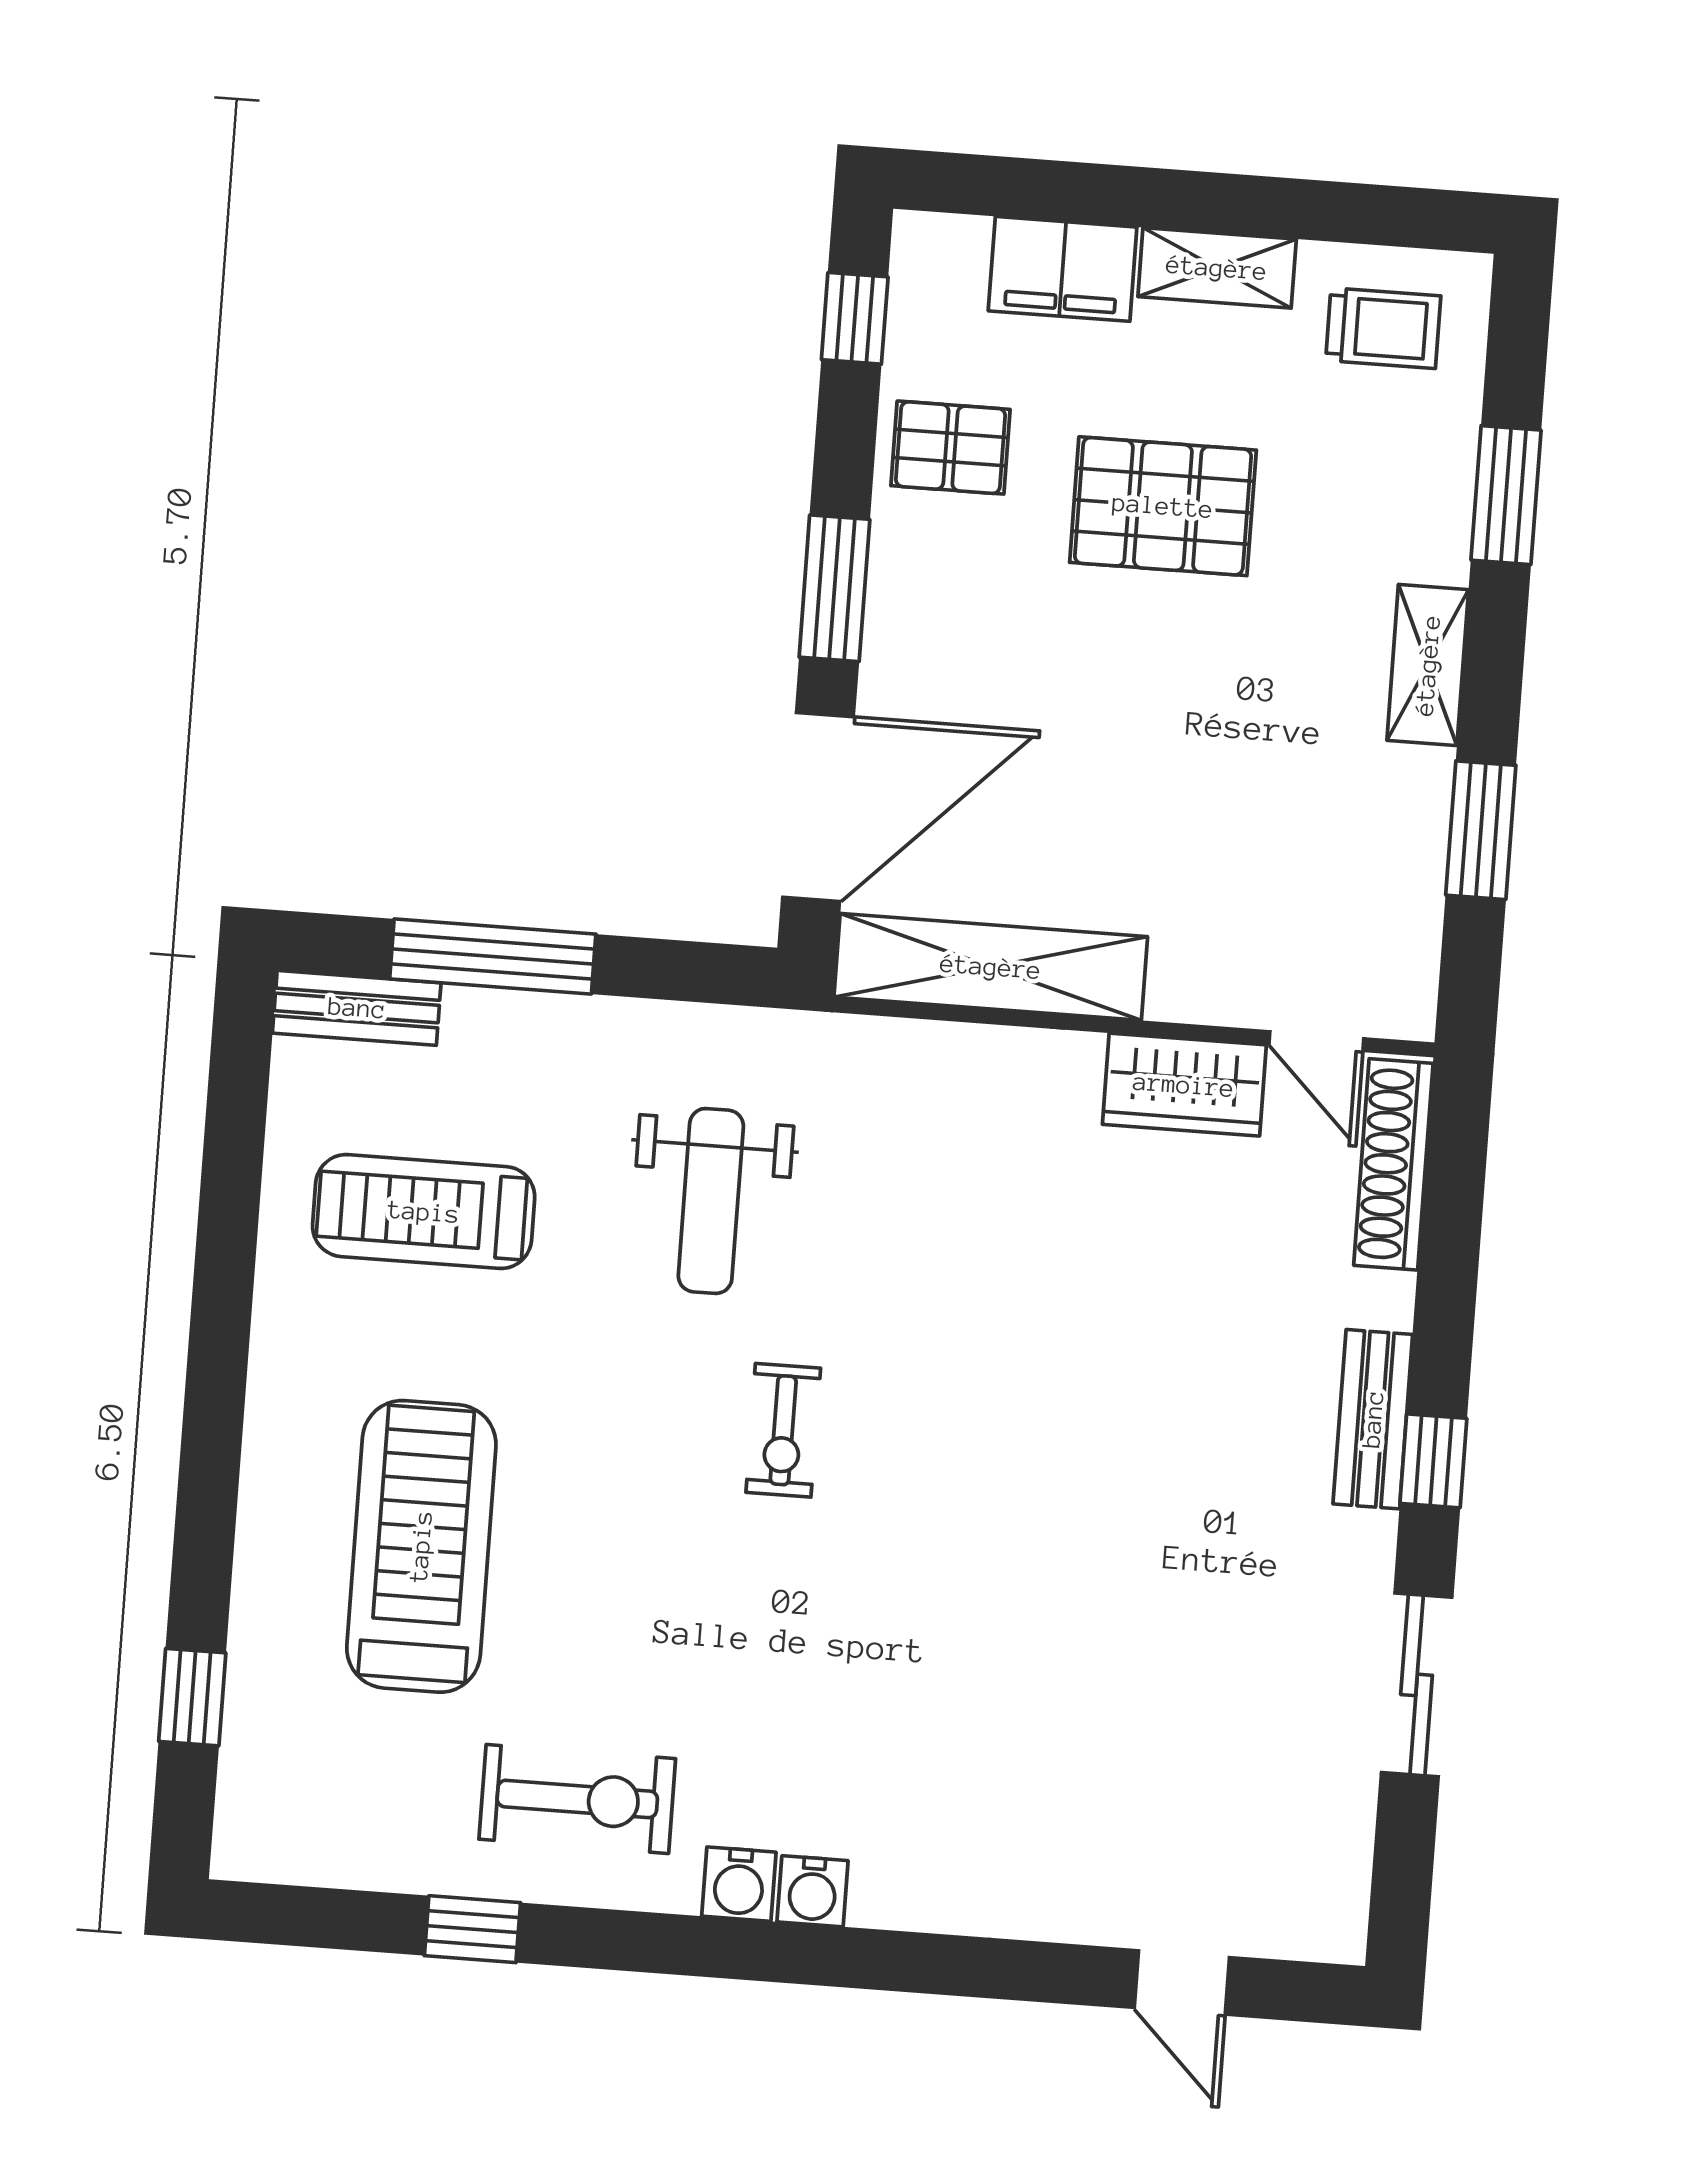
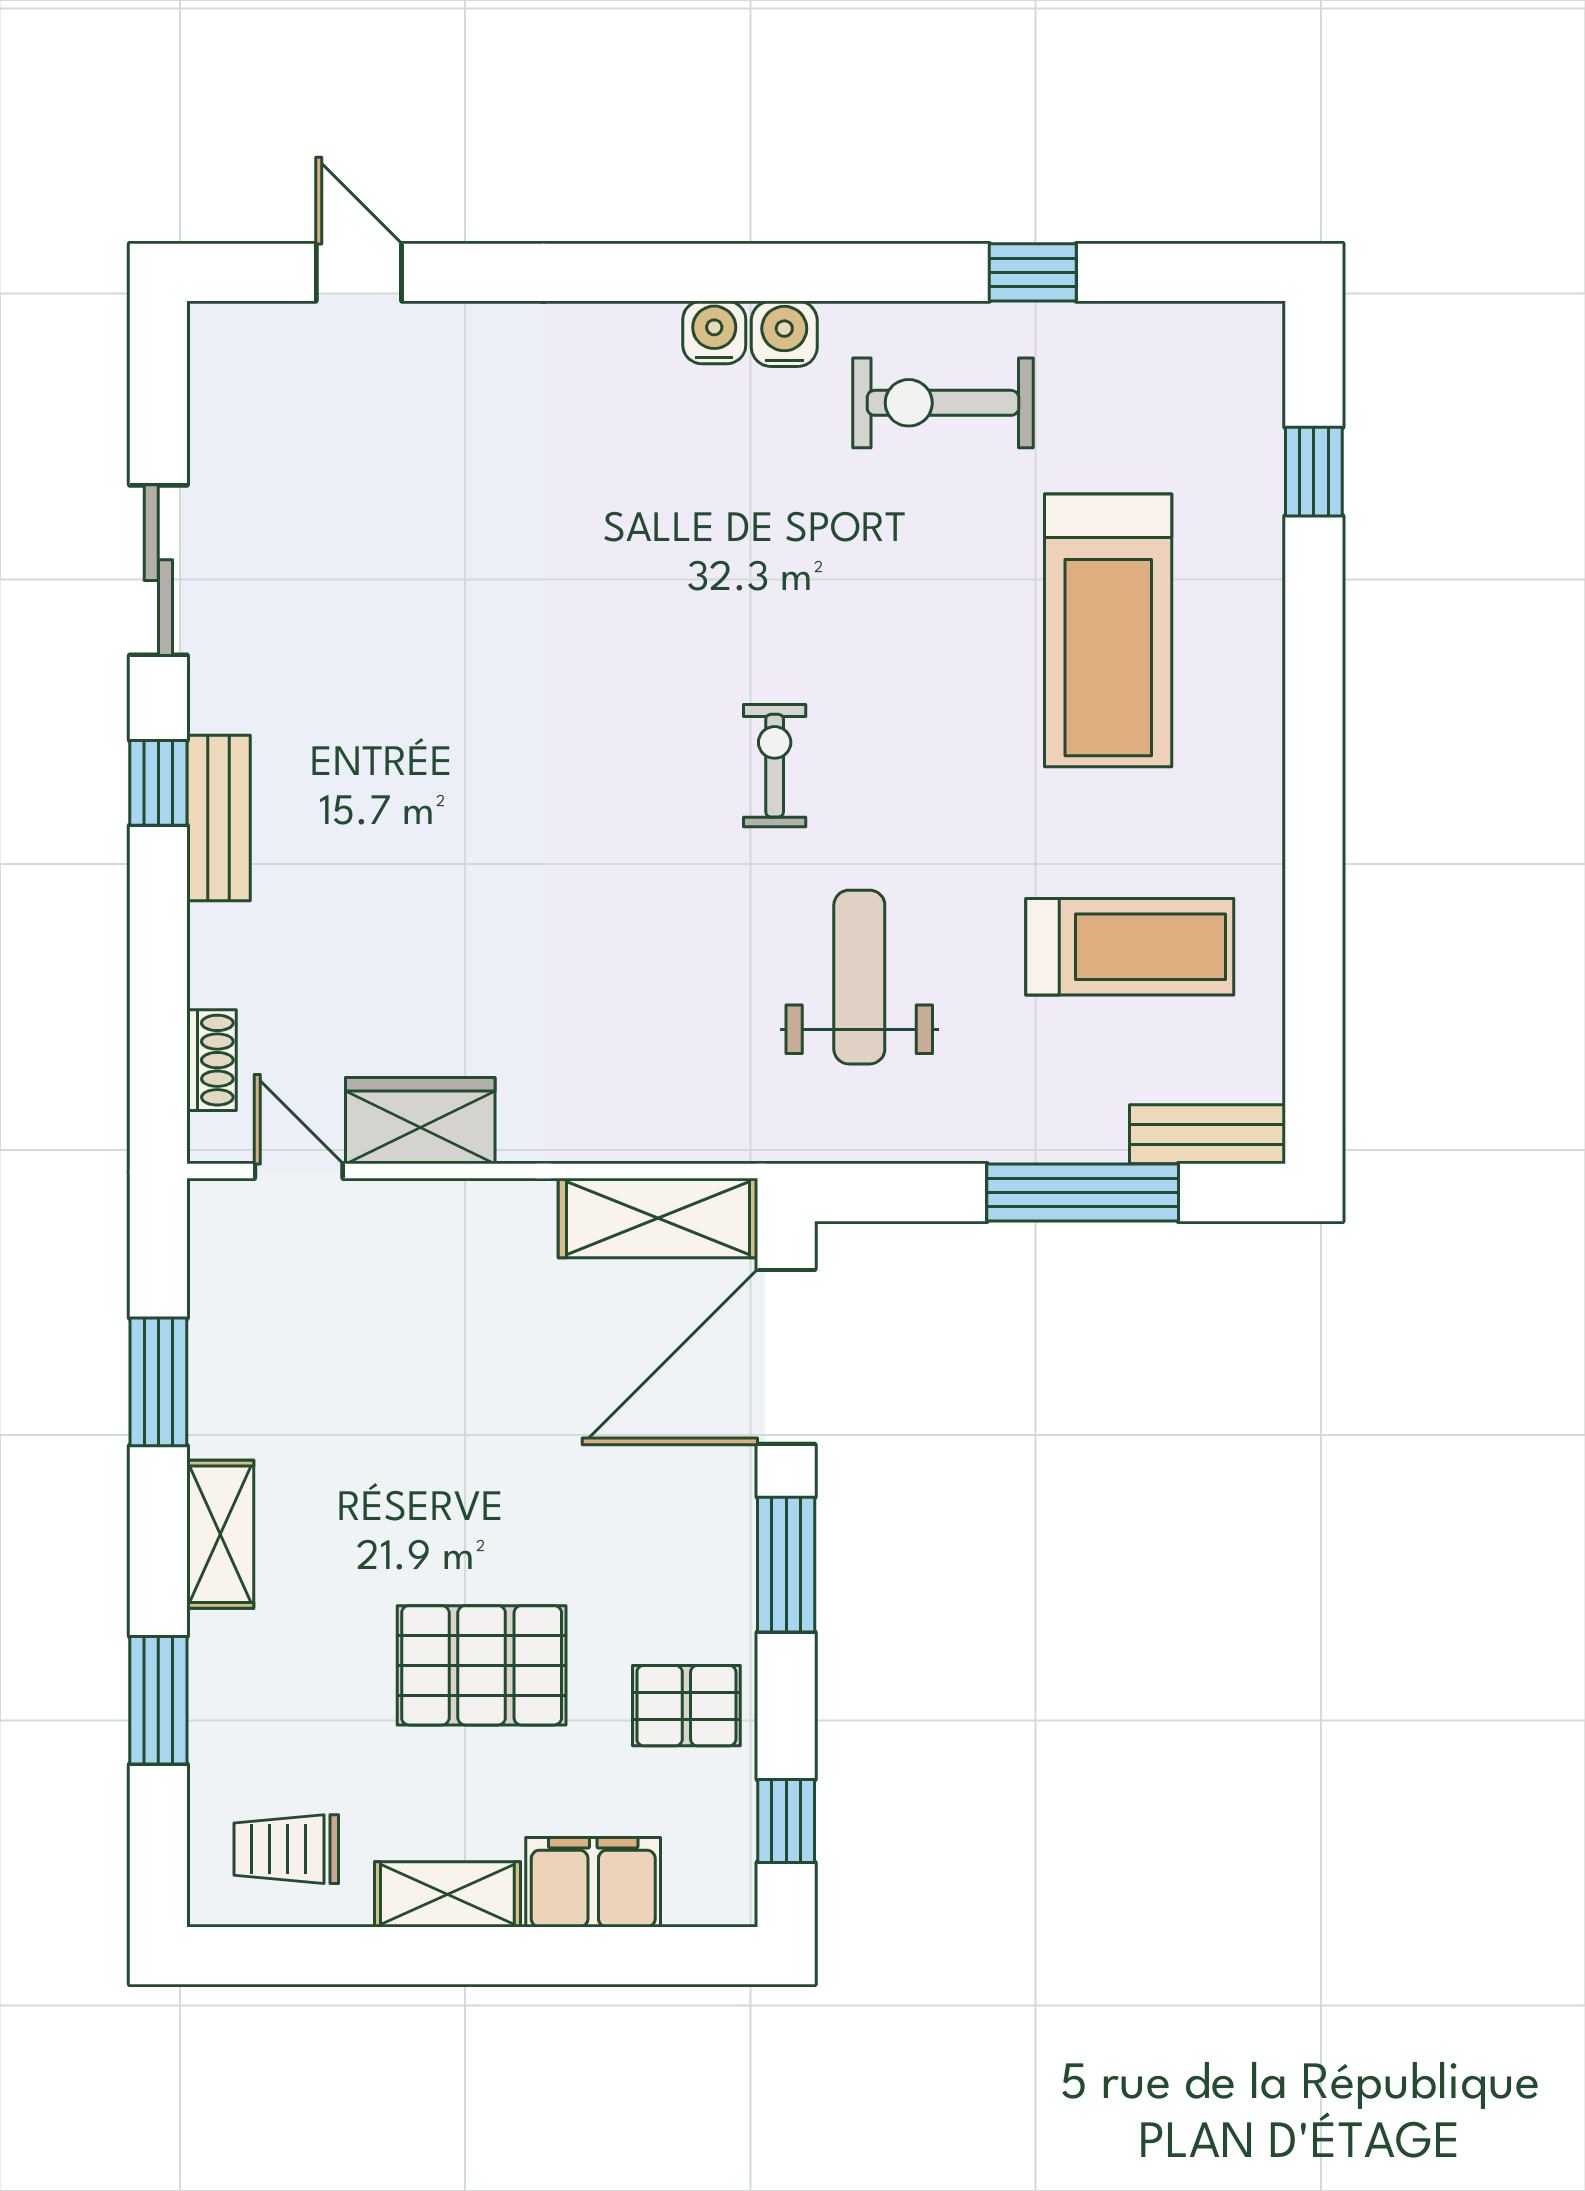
shelving: (991, 967) -> (658, 1218), width x0.68
shoe rack: (1393, 1164) -> (211, 1060), width x0.51, depth x0.81

